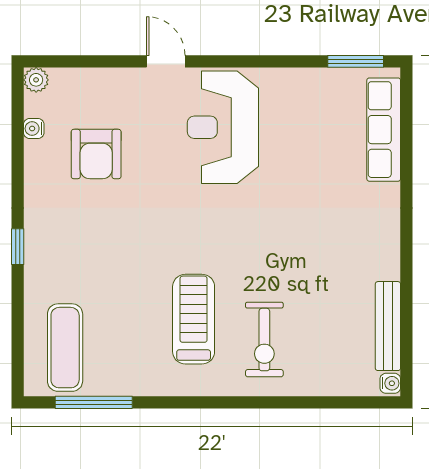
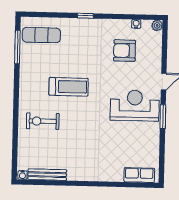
window: (356, 61) -> (163, 117), moved
row of seats: (384, 130) -> (139, 175), width x0.68
treadmill: (194, 319) -> (69, 87), moved

